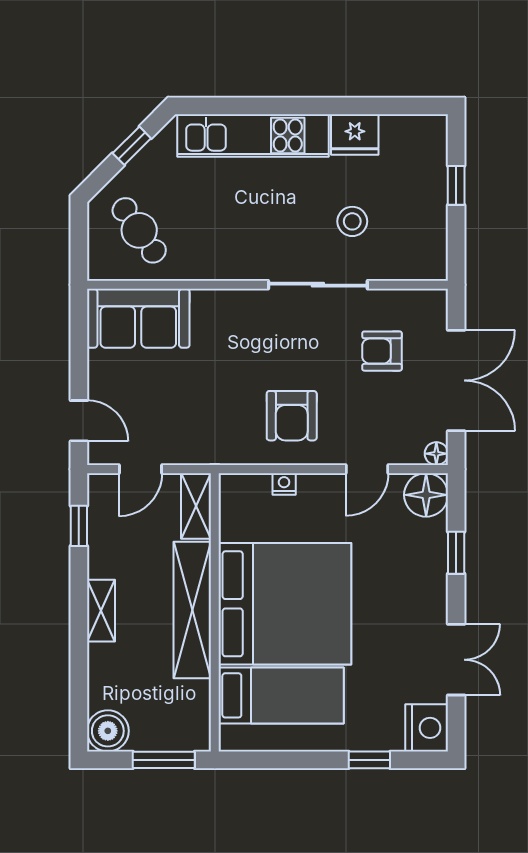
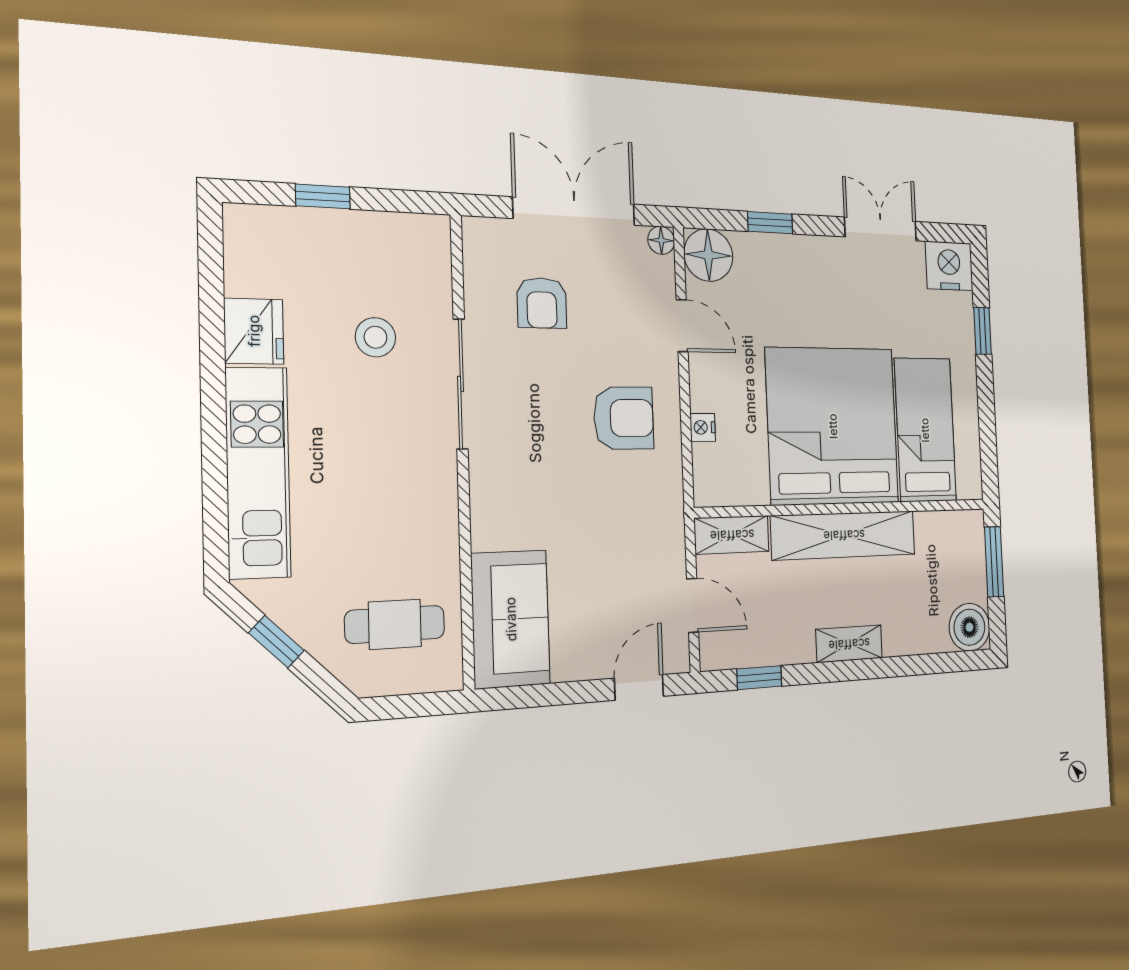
cafe table: (139, 230) -> (395, 624), turned 35

